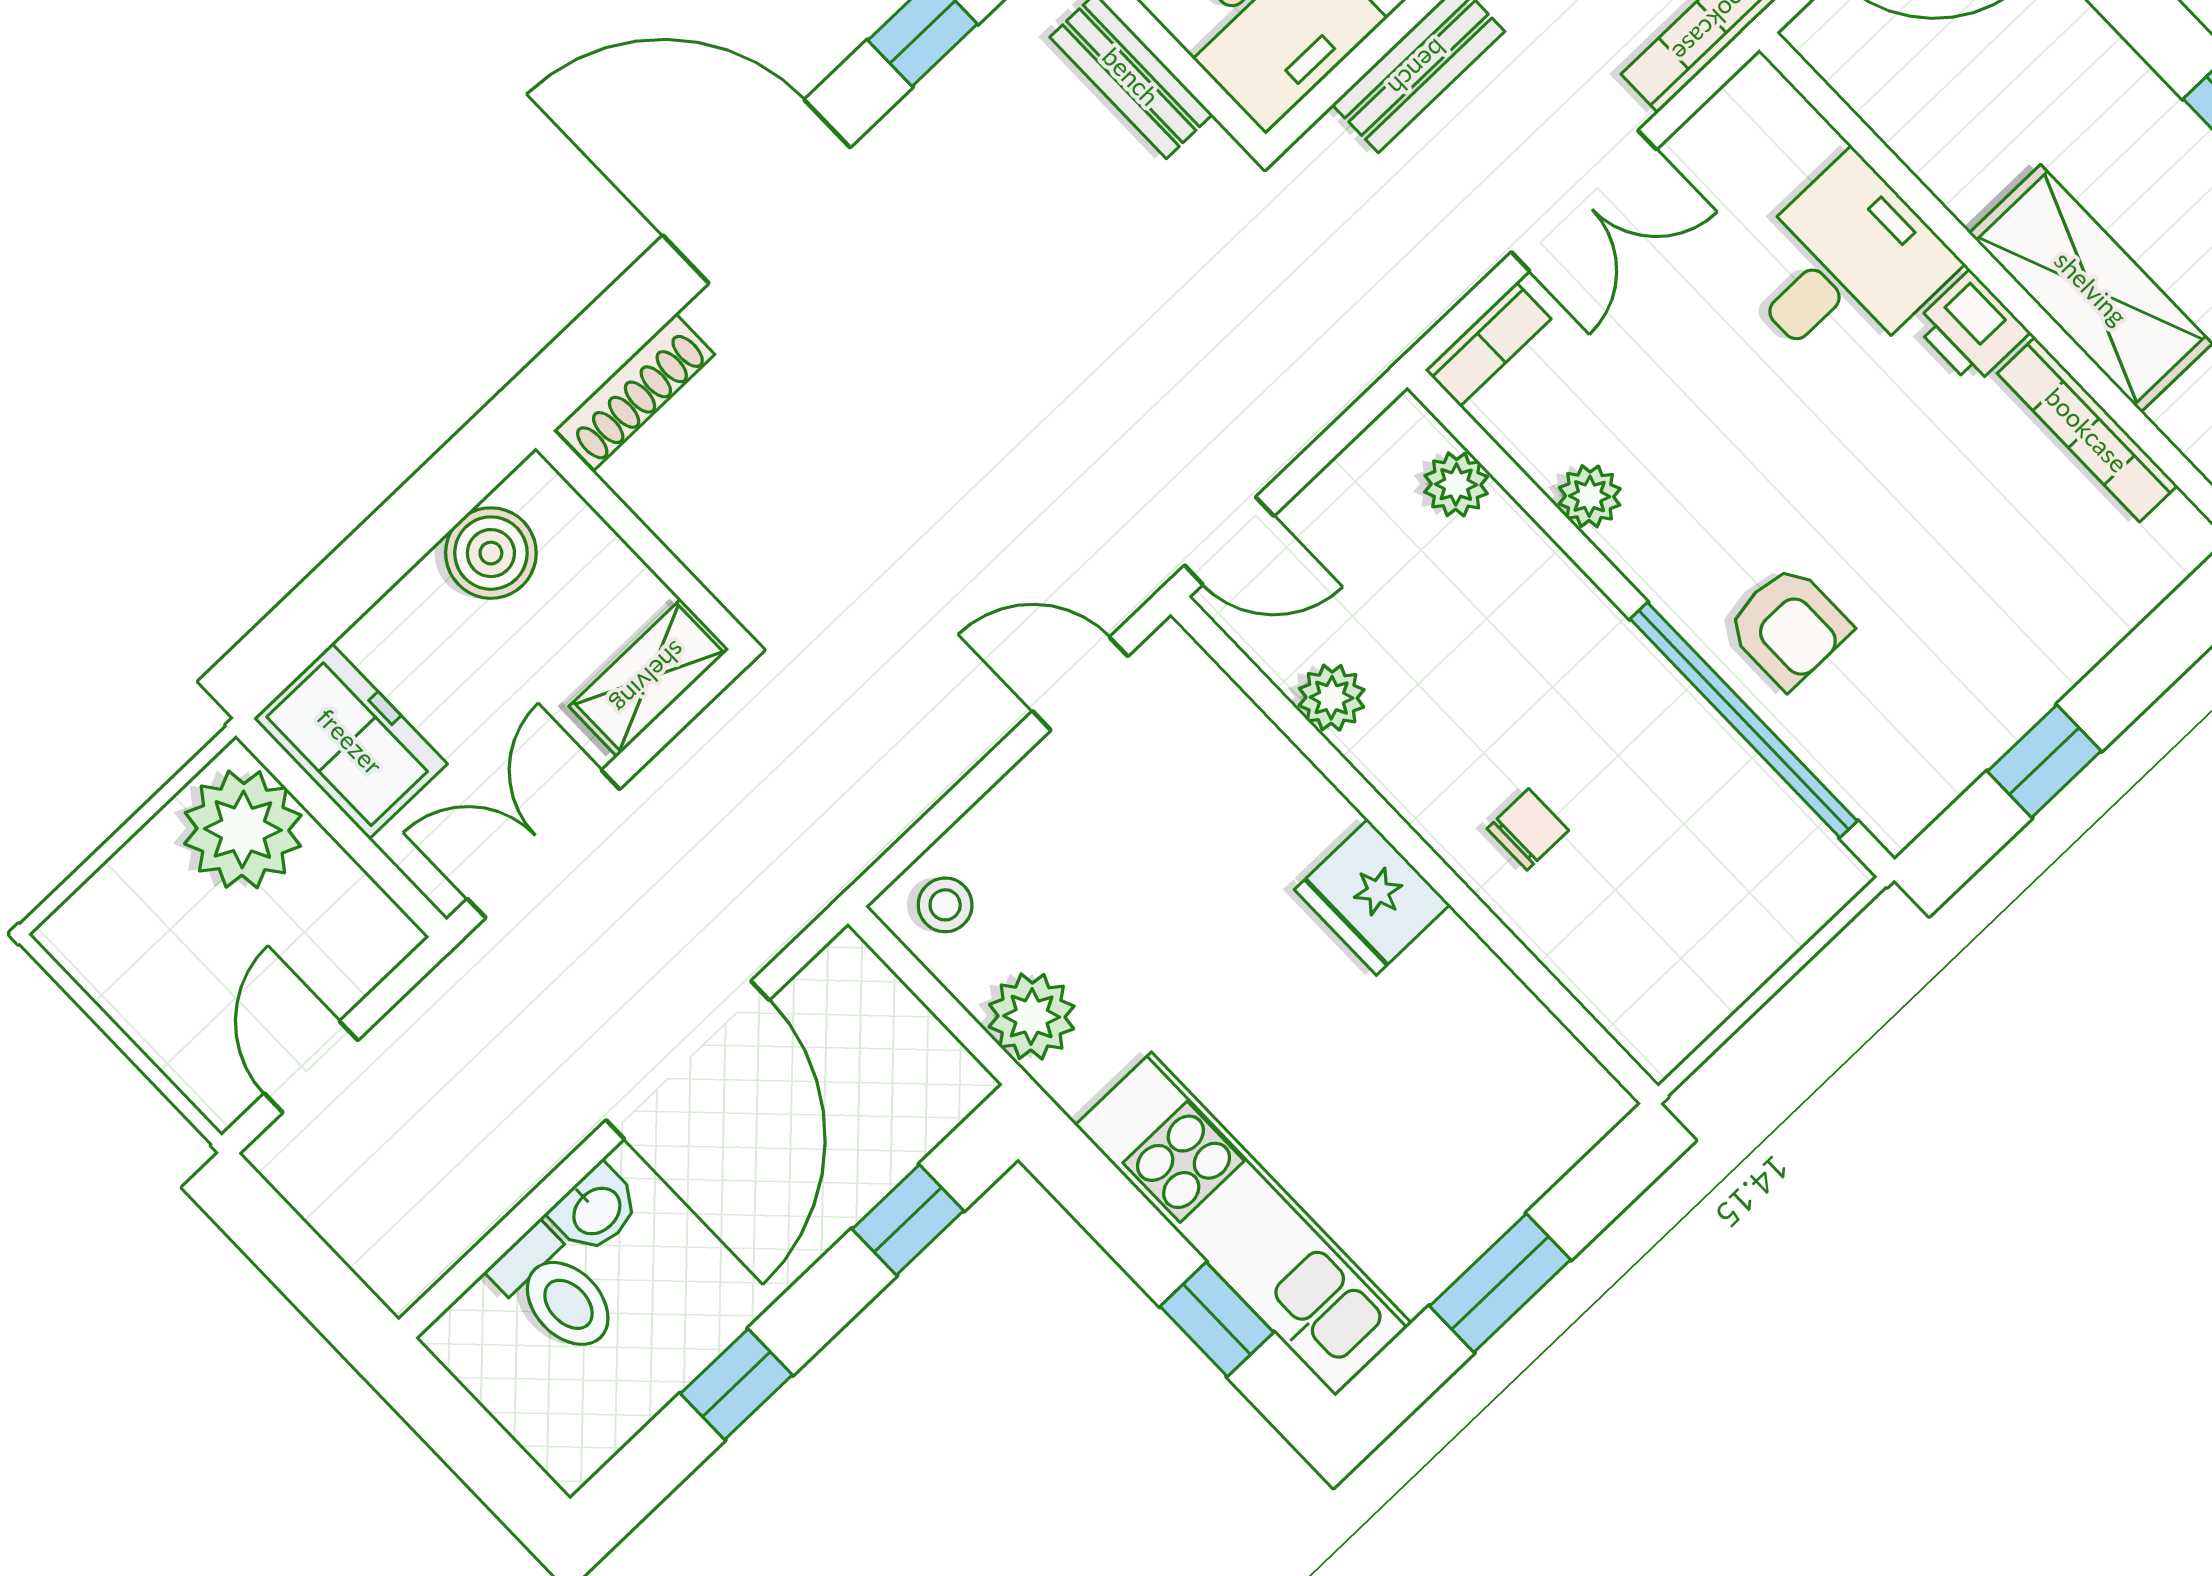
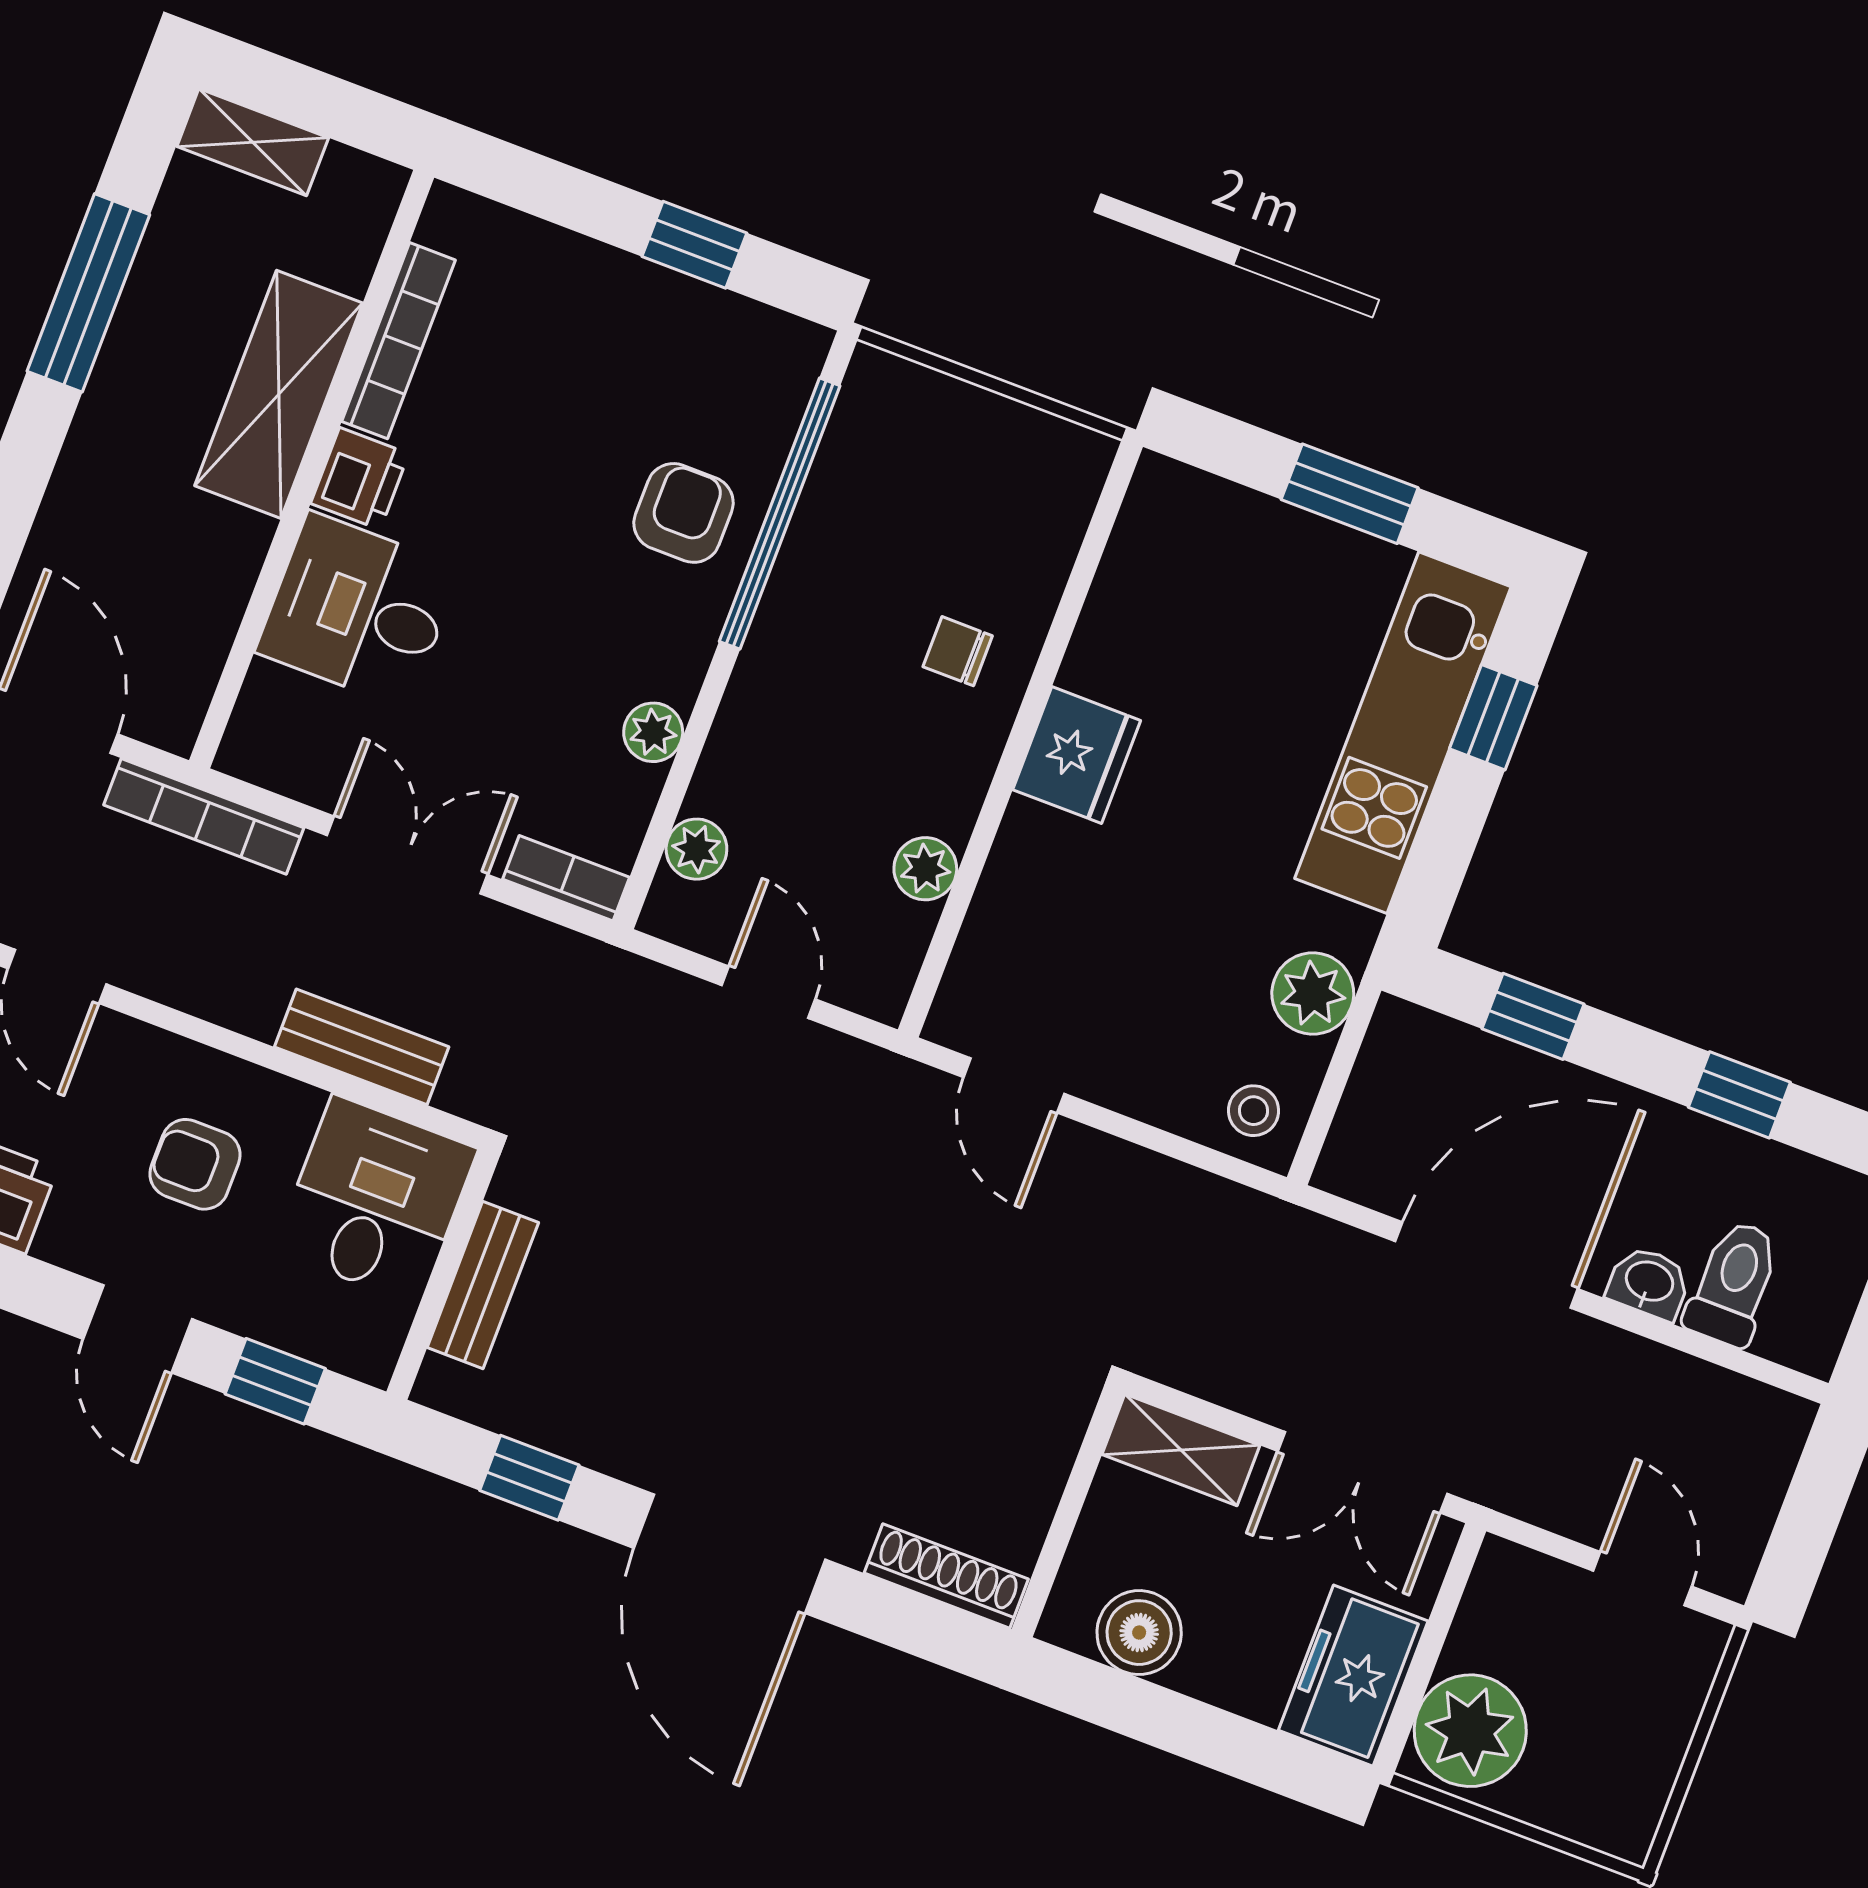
door: (1229, 541) -> (768, 992), moved
door: (311, 1067) -> (1642, 1579), swing flipped

